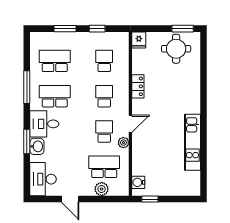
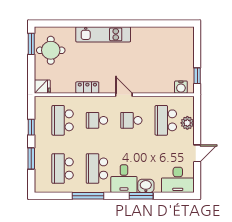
school desk: (104, 61) -> (63, 120), width x1.85
kitchen unit: (192, 142) -> (103, 34), moved
plant: (123, 143) -> (142, 102), removed

